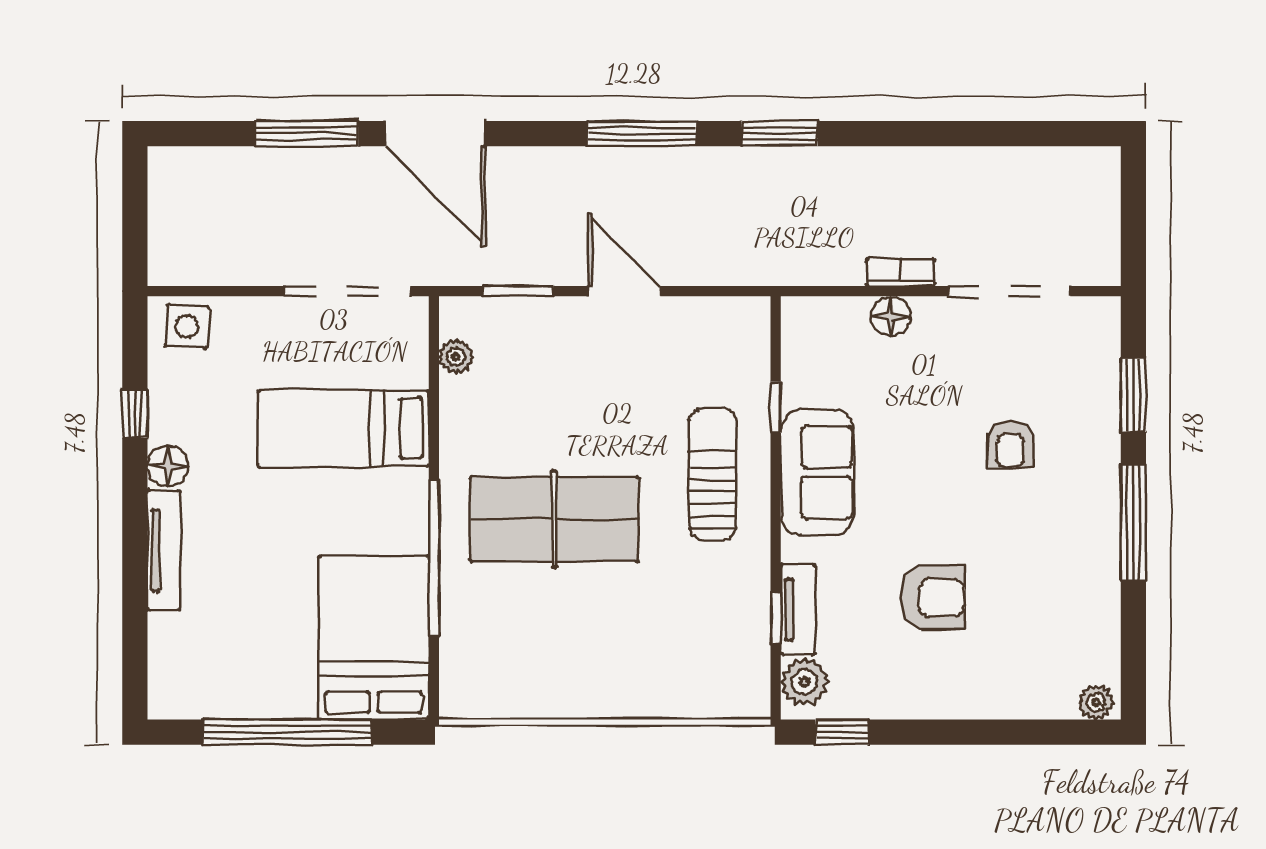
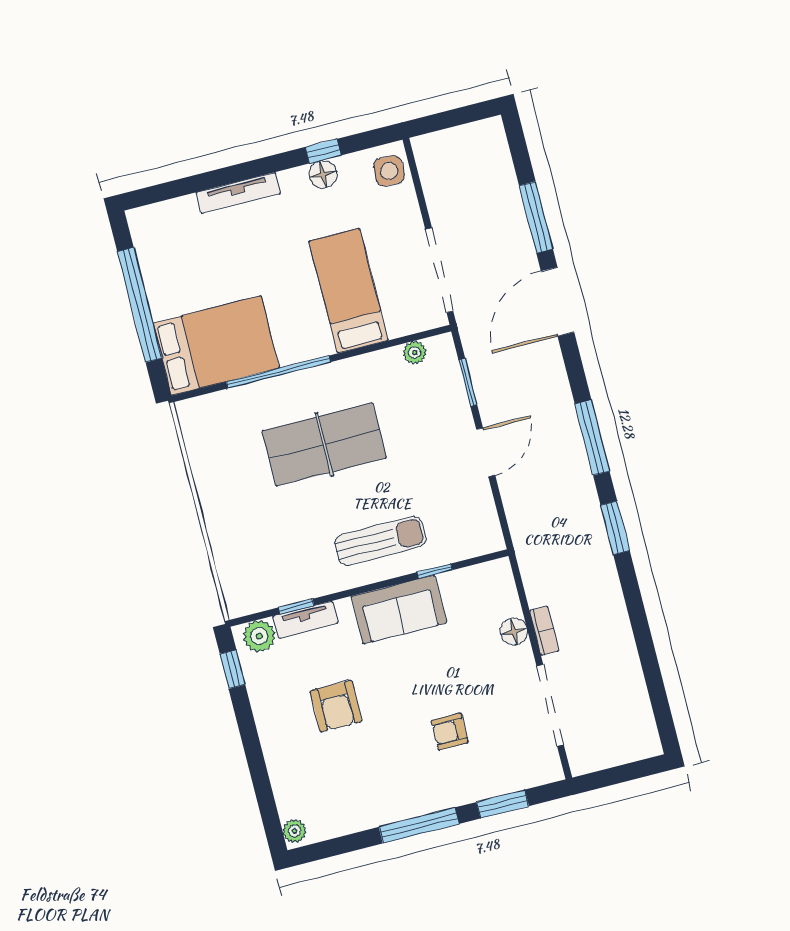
floor lamp: (168, 466) -> (323, 174), moved
table tennis table: (554, 519) -> (324, 444), turned 90

